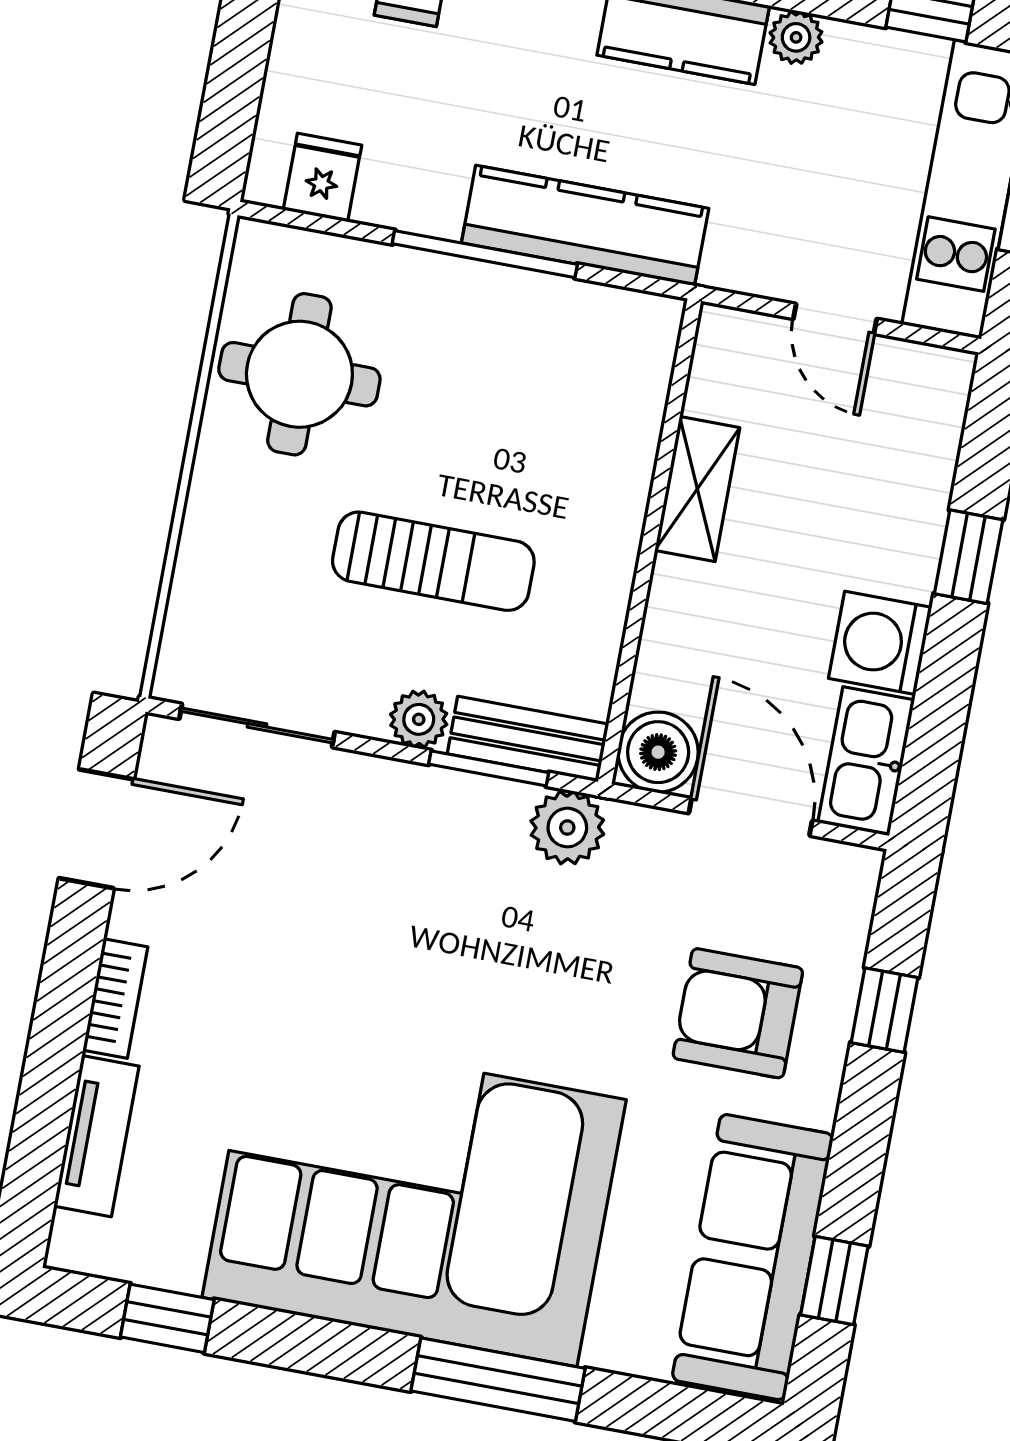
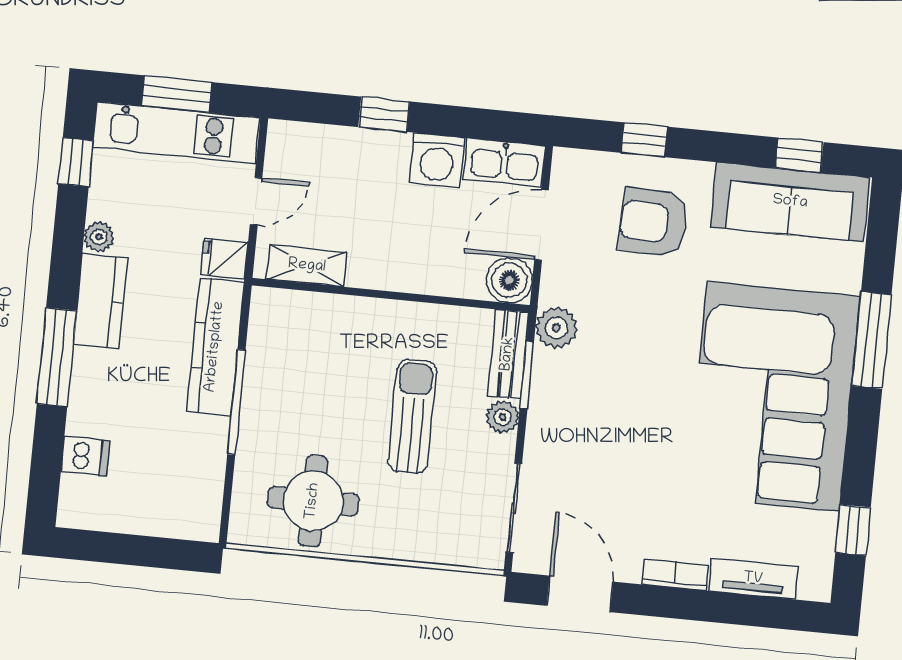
fridge: (322, 177) -> (224, 259), moved
shelving: (697, 489) -> (307, 266), moved
armchair: (738, 1013) -> (653, 222), turned 93

